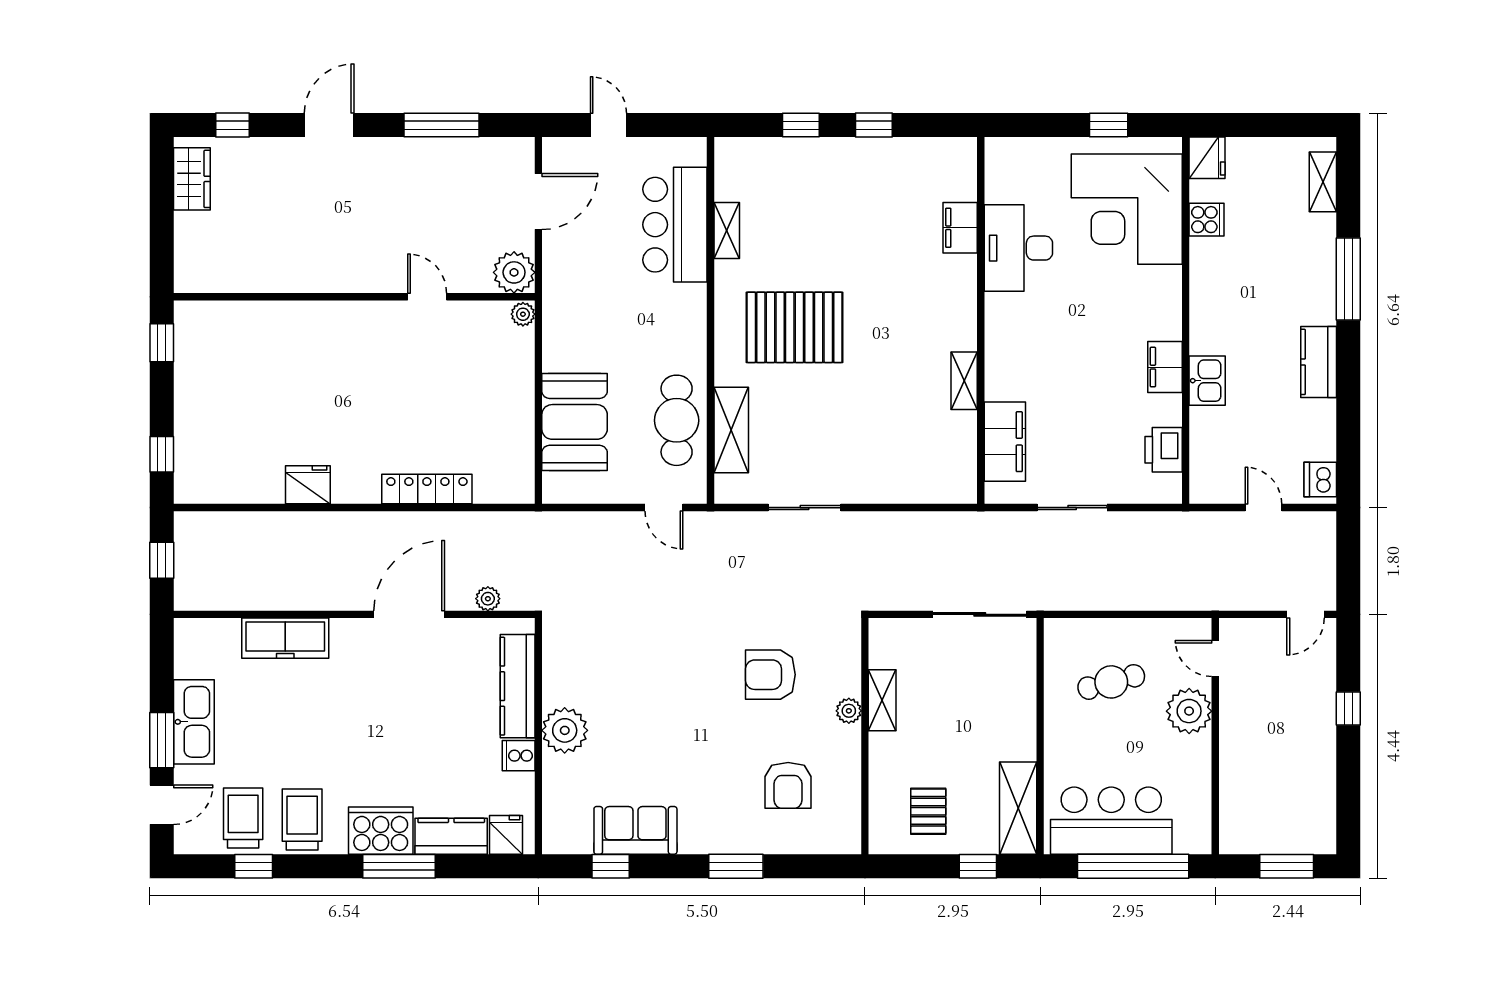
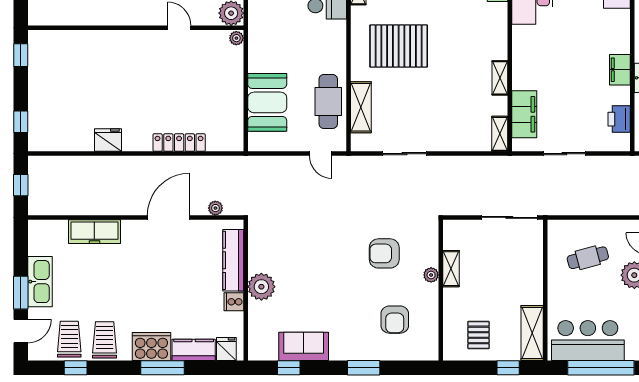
shelving: (964, 474) -> (500, 134), added

